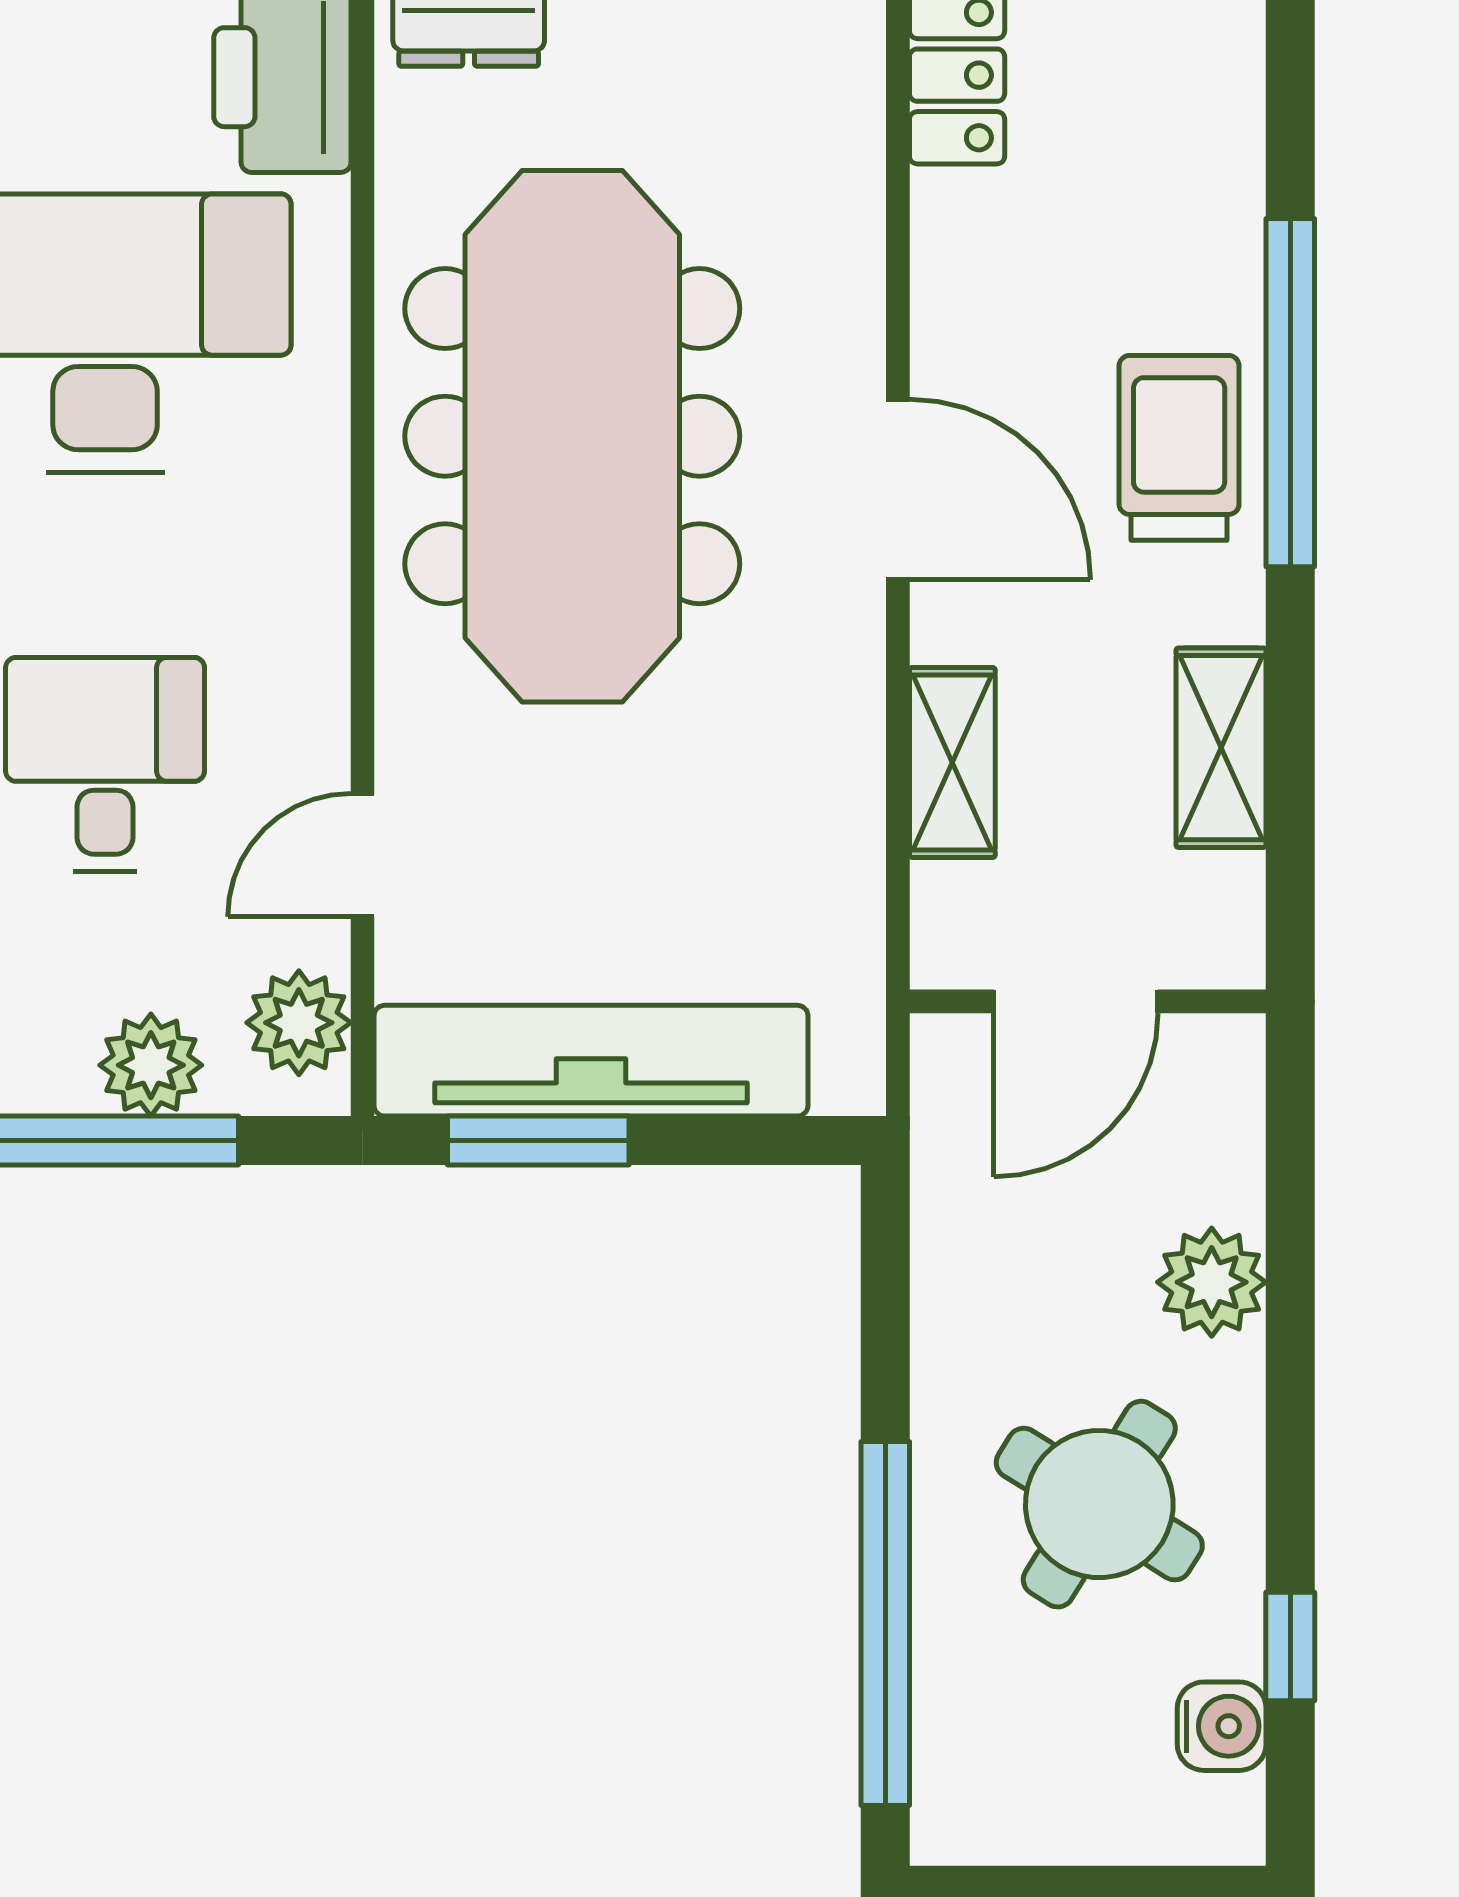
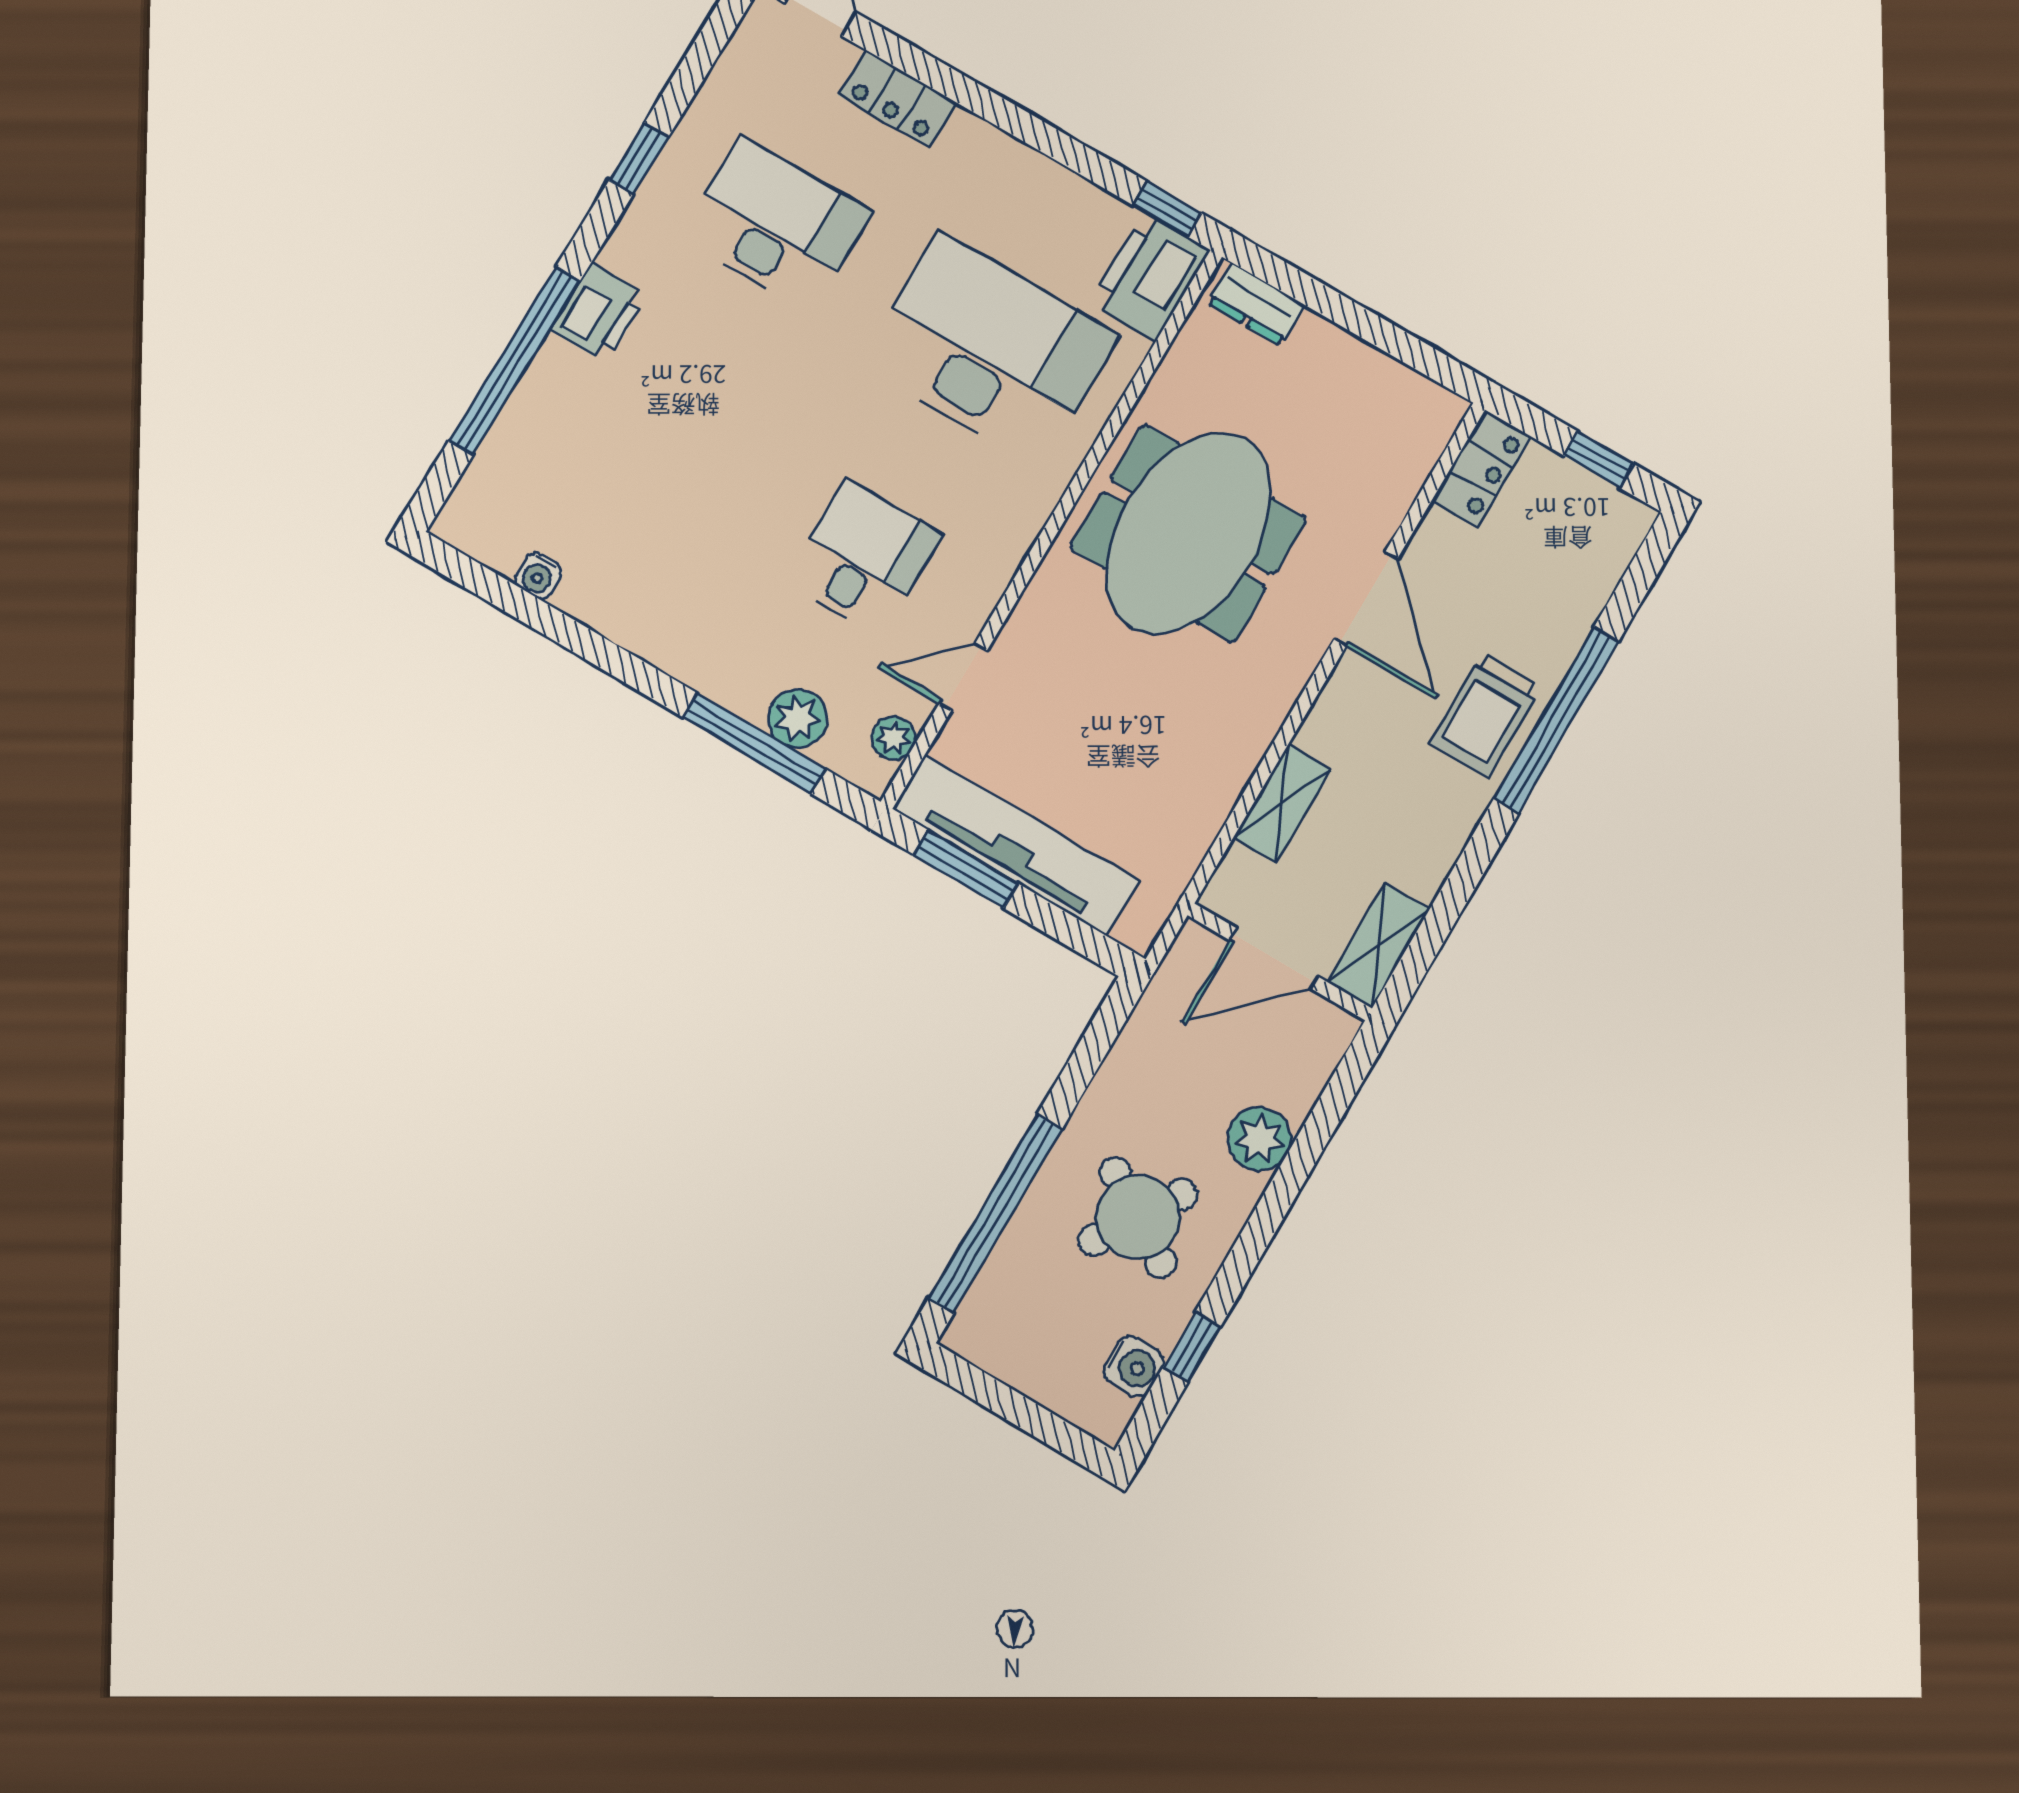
meeting table: (572, 436) -> (1188, 533), width x0.73
trolley: (1179, 448) -> (1485, 715), turned 180
door: (898, 490) -> (1366, 599), moved
shelving: (1221, 748) -> (1379, 946), moved
plant: (299, 1023) -> (894, 738), width x0.73, depth x0.73

